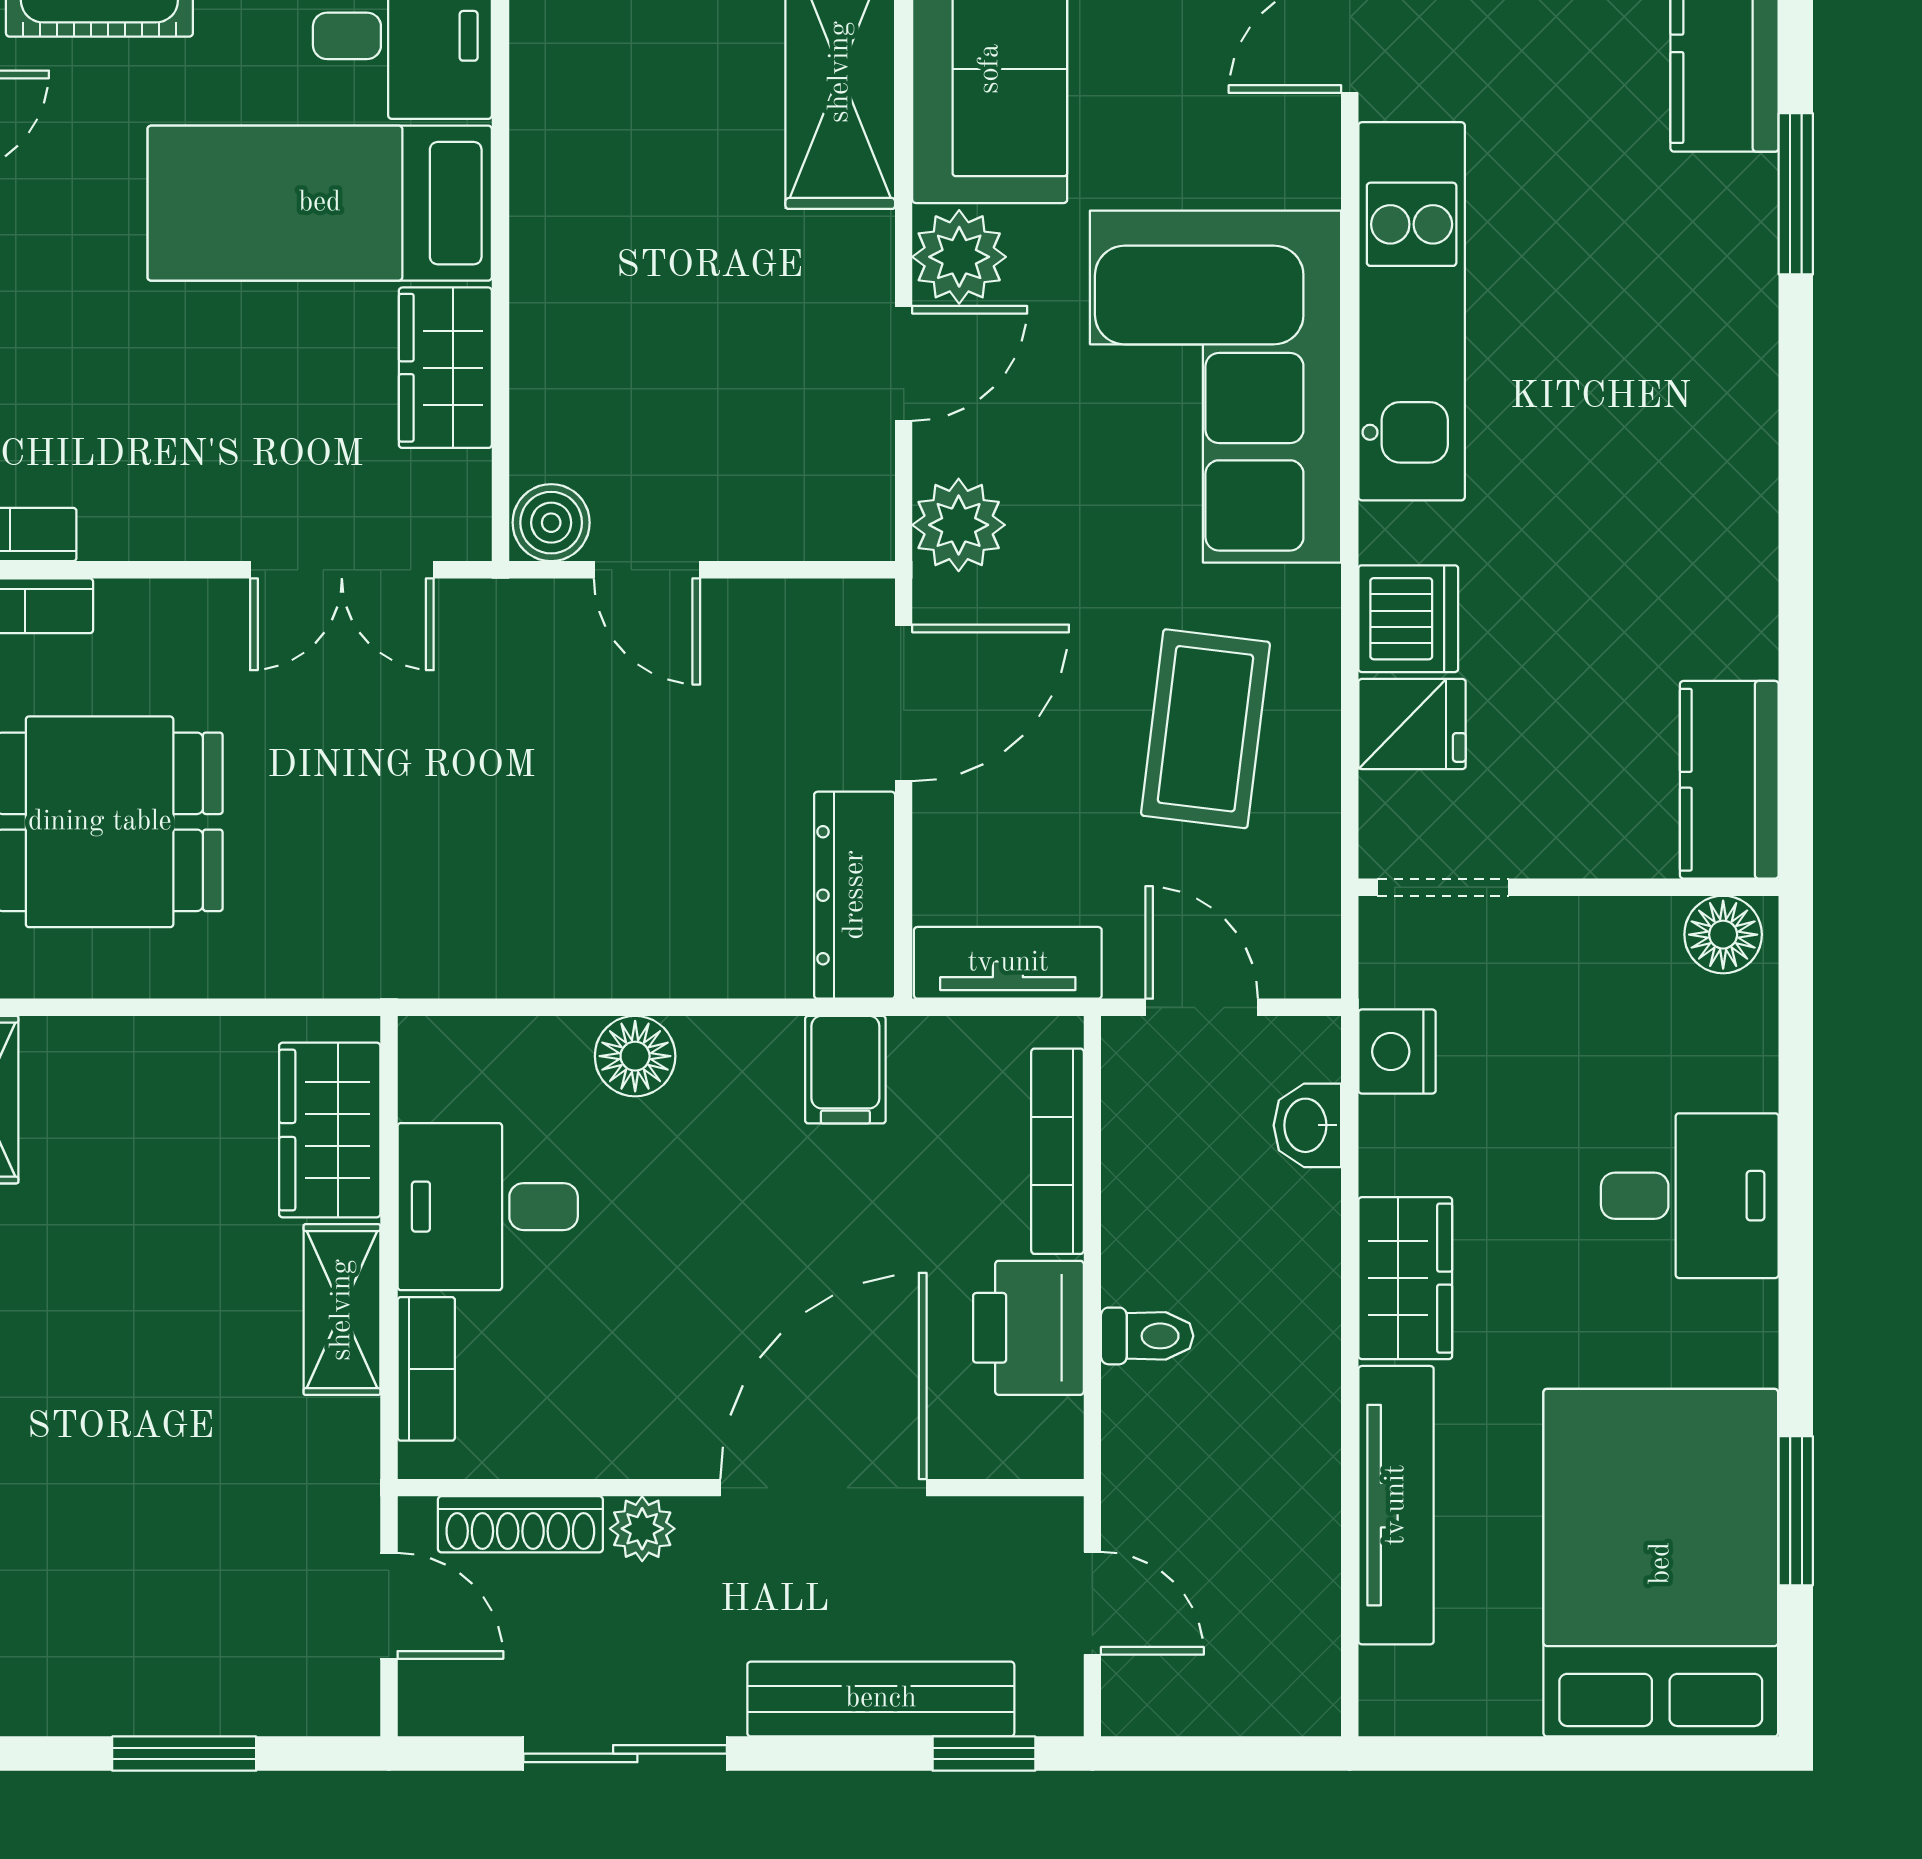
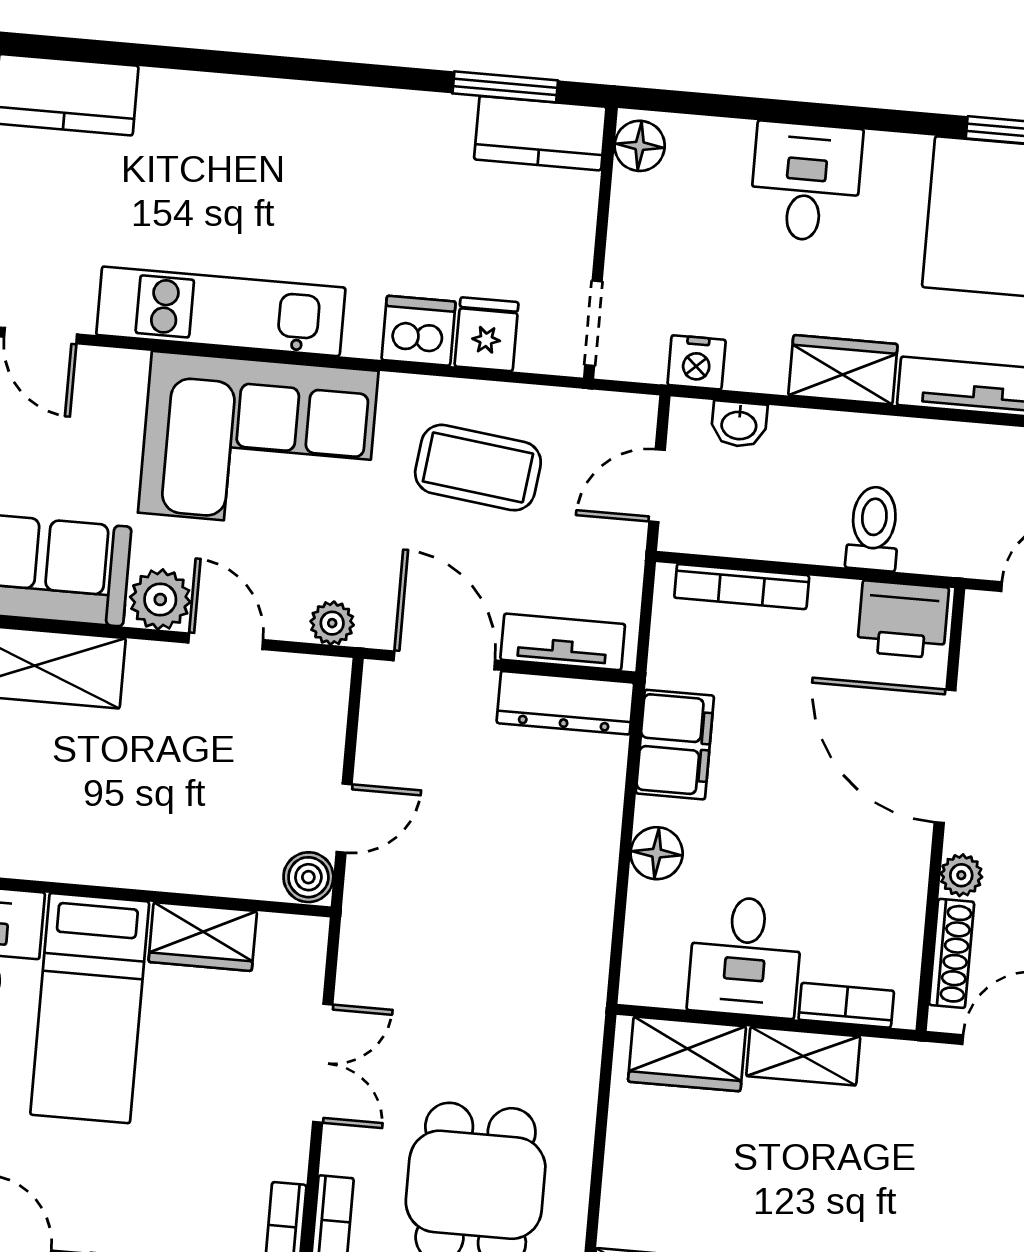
window: (1796, 194) -> (505, 87), moved
plant: (959, 525) -> (332, 623), width x0.73, depth x0.73
double door: (342, 570) -> (323, 1063), moved
tv unit: (1008, 963) -> (563, 642), moved, turned 90
filing cabinet: (845, 1070) -> (675, 745), width x2.00
printer: (1028, 1328) -> (903, 620), moved
toilet: (1147, 1336) -> (873, 528), width x1.37, depth x1.39

